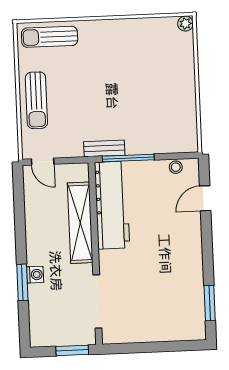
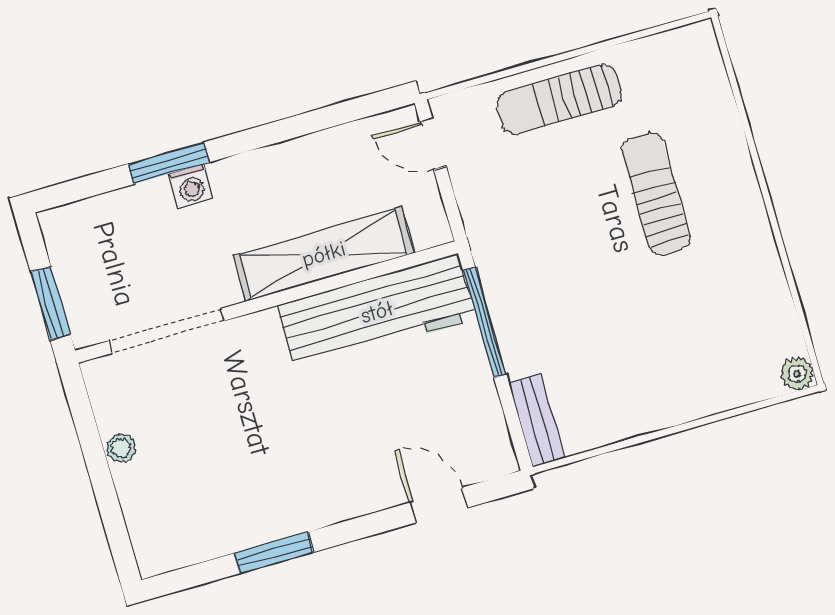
sun lounger: (50, 37) -> (656, 194), moved
bench: (104, 148) -> (537, 420), moved
door: (43, 162) -> (433, 144), hinge flipped
stool: (176, 167) -> (121, 448), moved
window: (210, 303) -> (274, 553), moved

